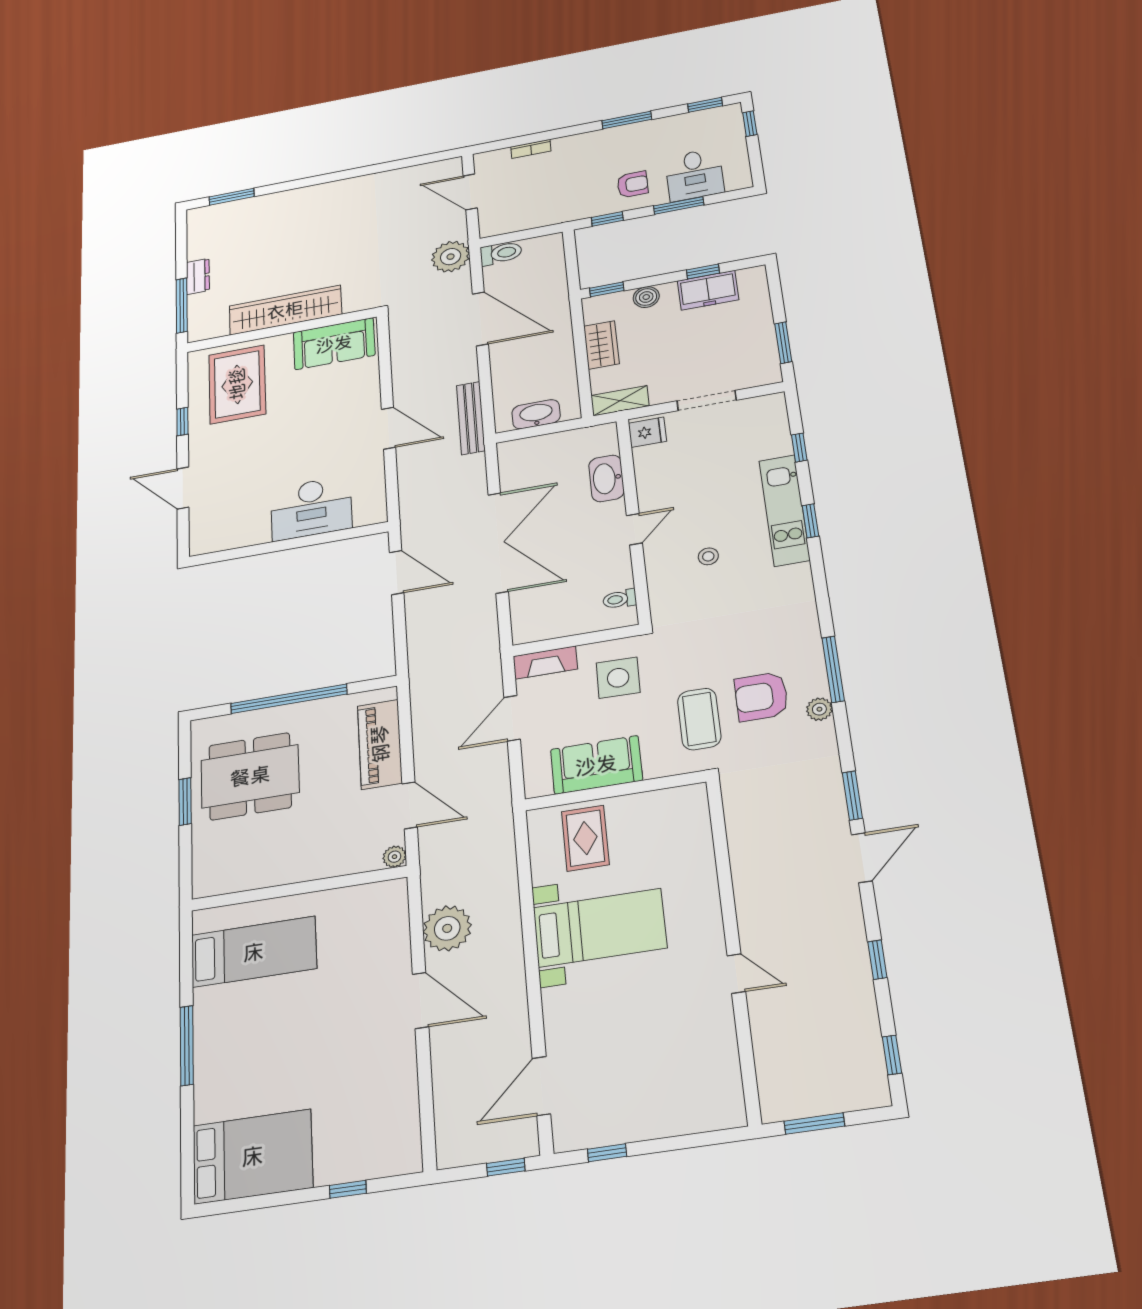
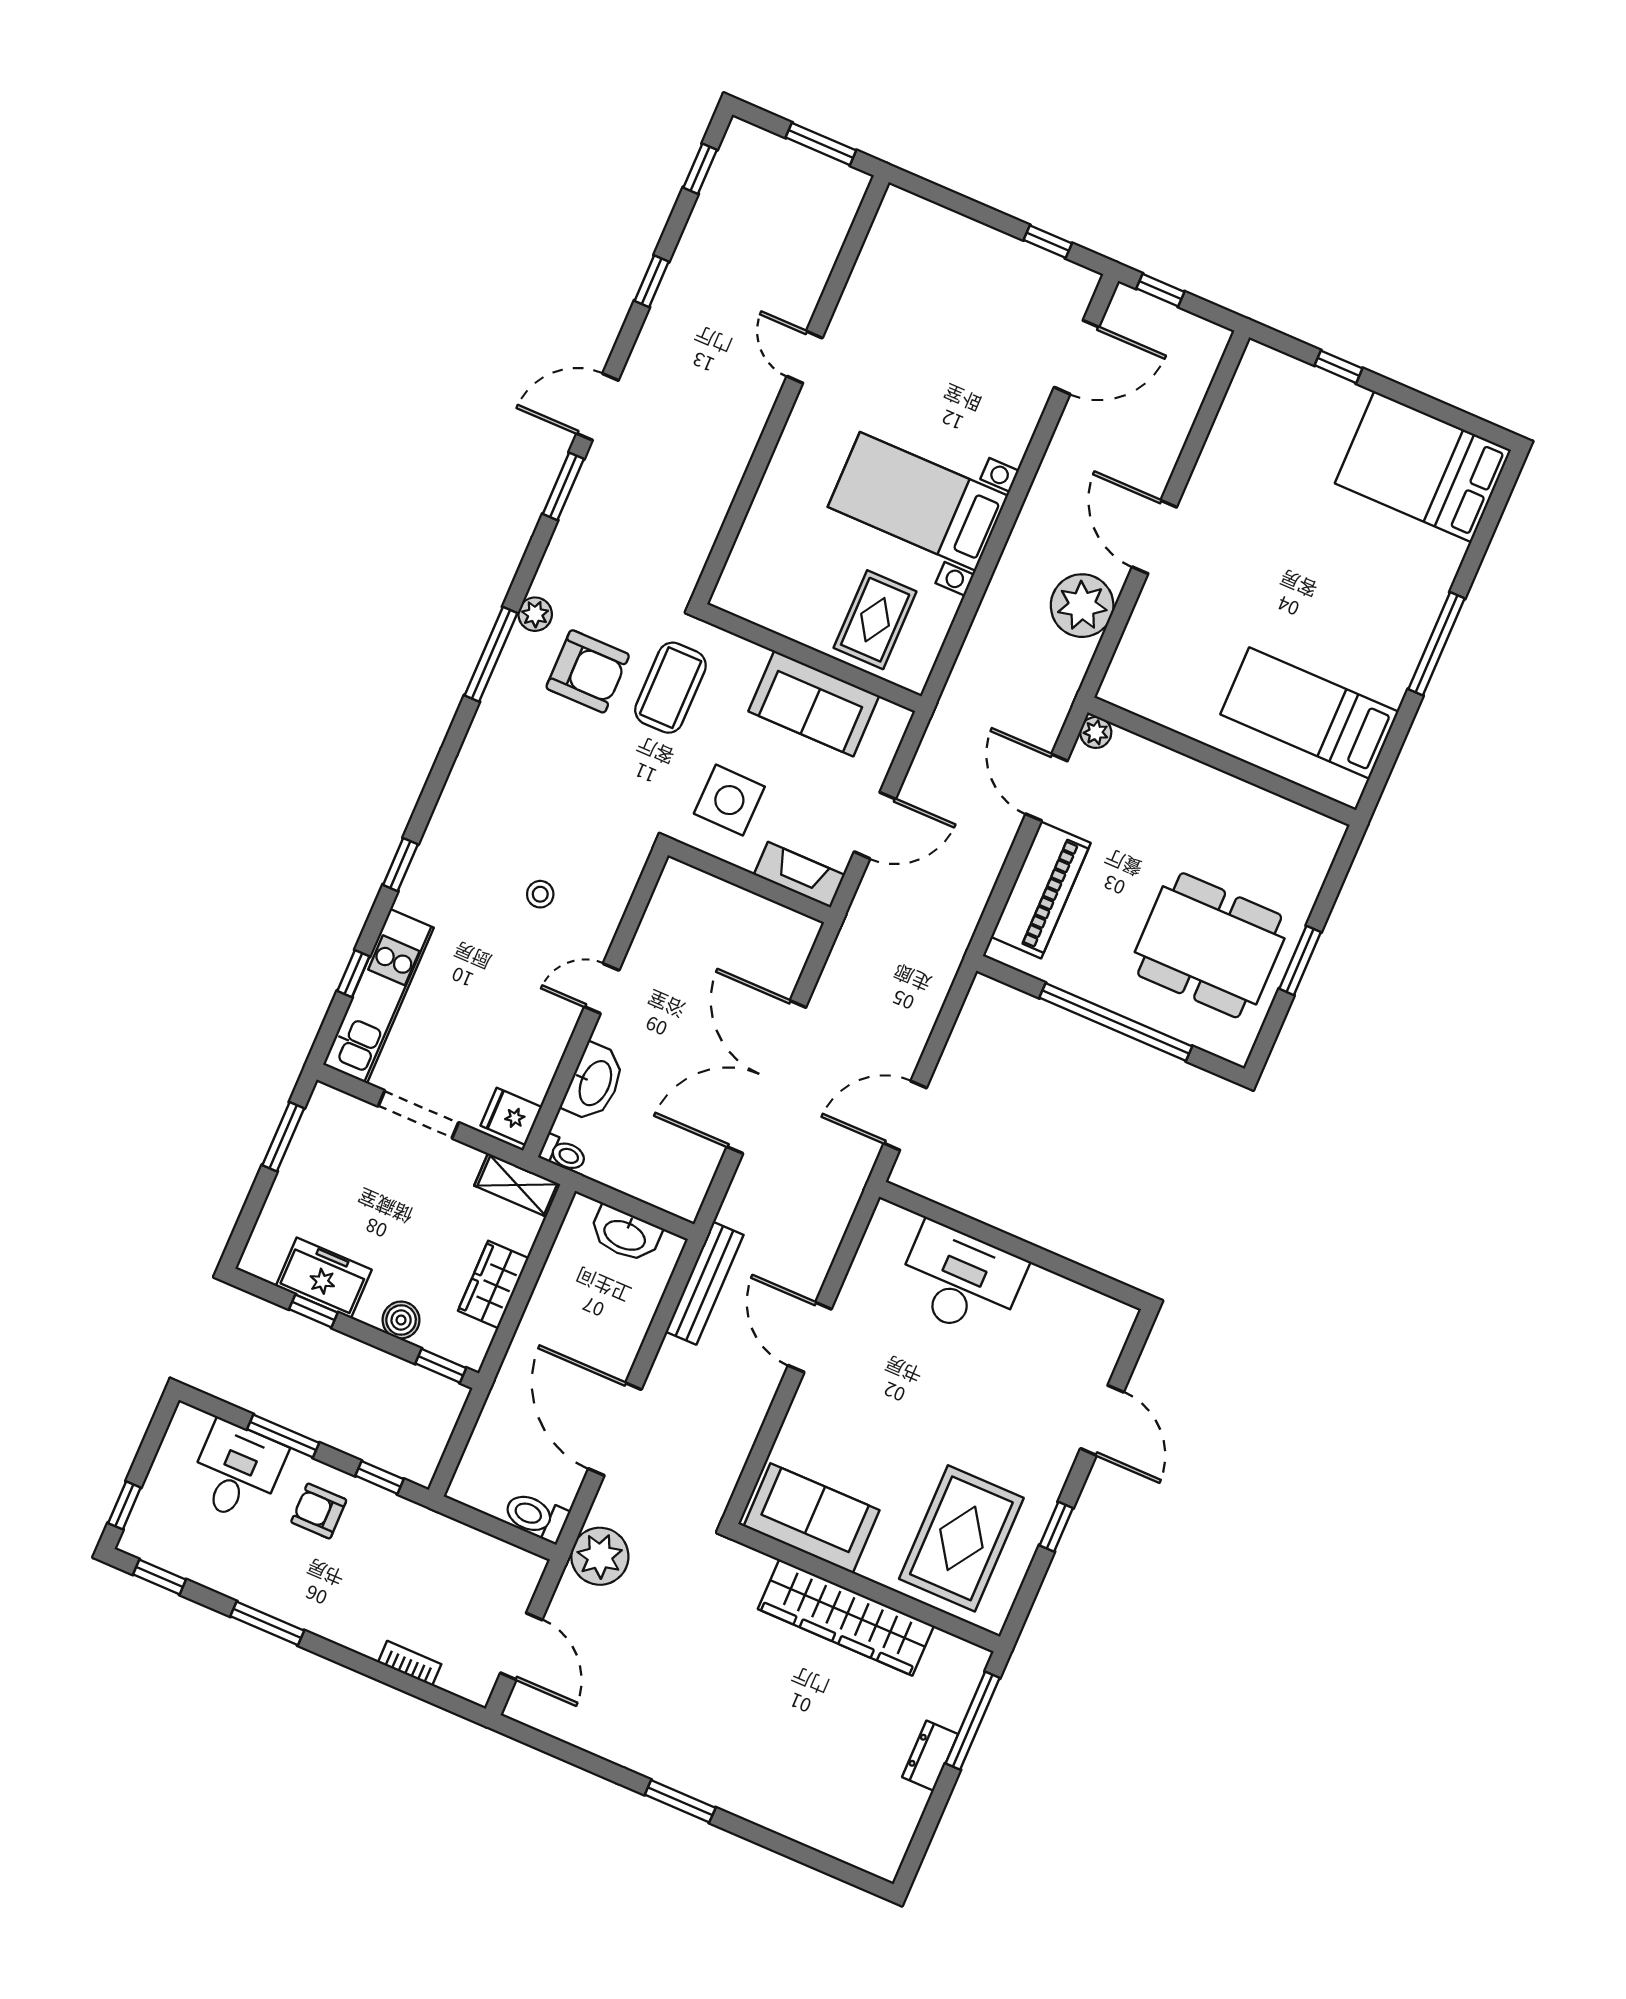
window: (232, 197) -> (680, 1801), moved
kitchen unit: (784, 510) -> (378, 996), moved
door: (397, 572) -> (905, 1116), hinge flipped
toilet: (620, 599) -> (563, 1153), moved

